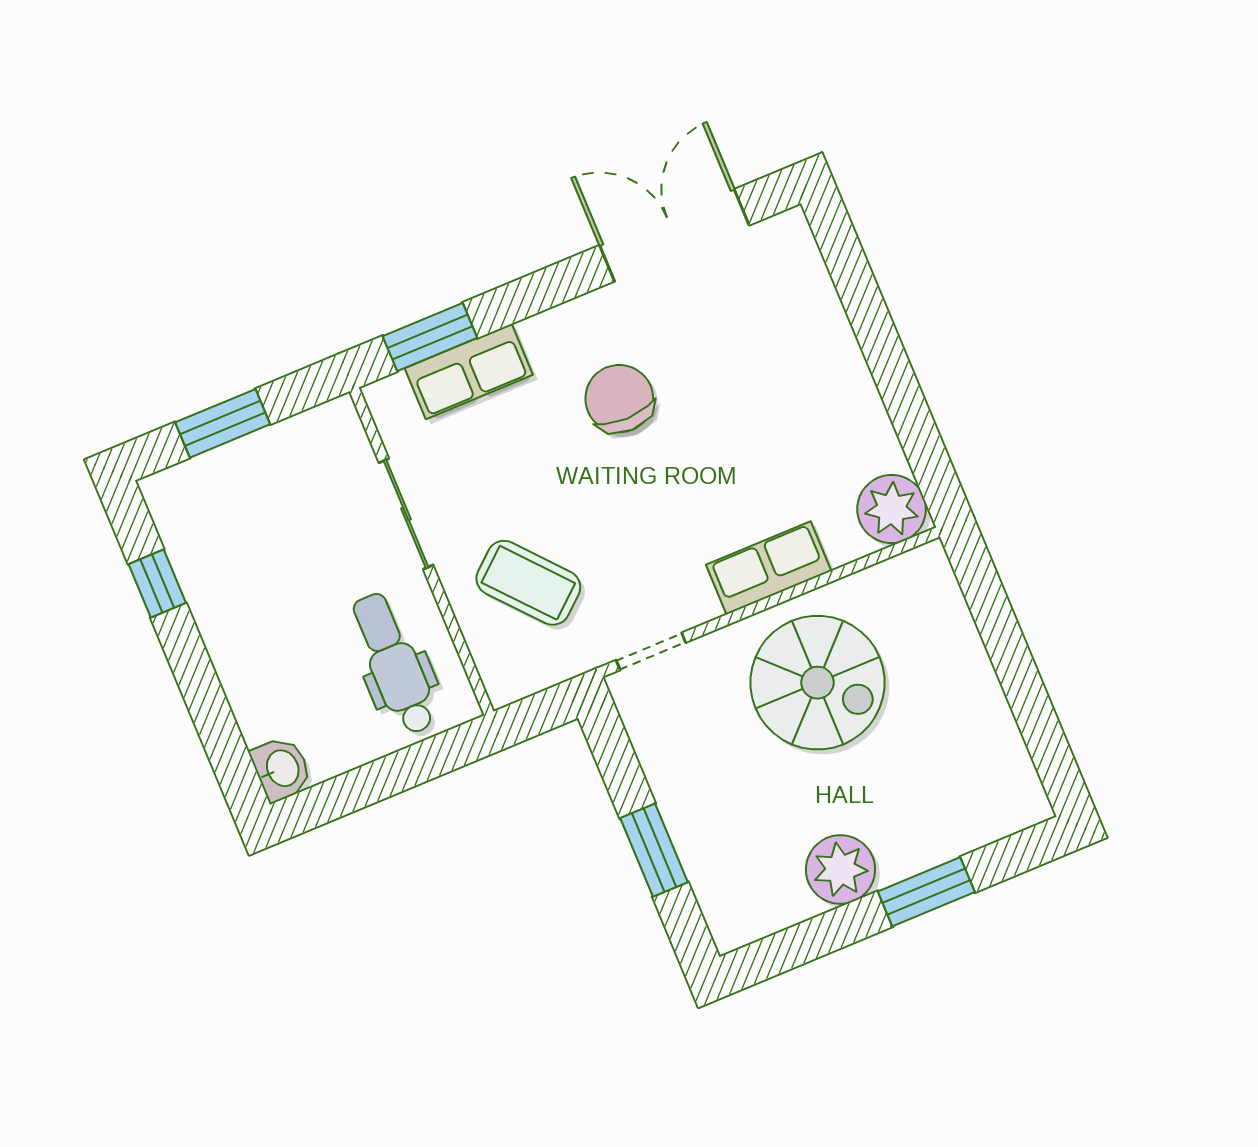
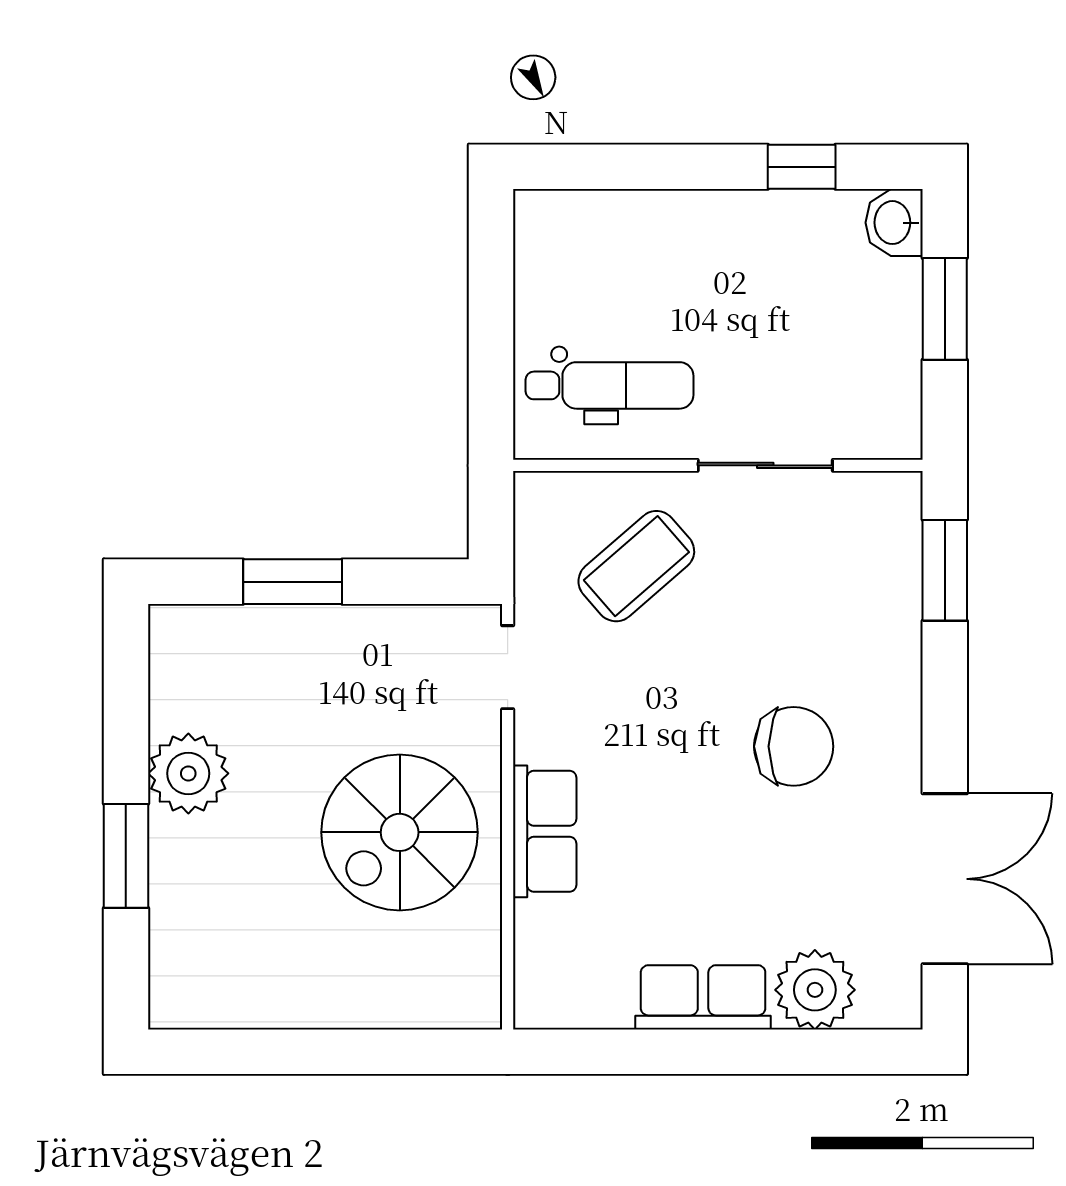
row of seats: (469, 371) -> (703, 997), moved, turned 90
plant: (892, 509) -> (815, 990), moved
washbasin: (281, 769) -> (894, 223), moved, turned 90

